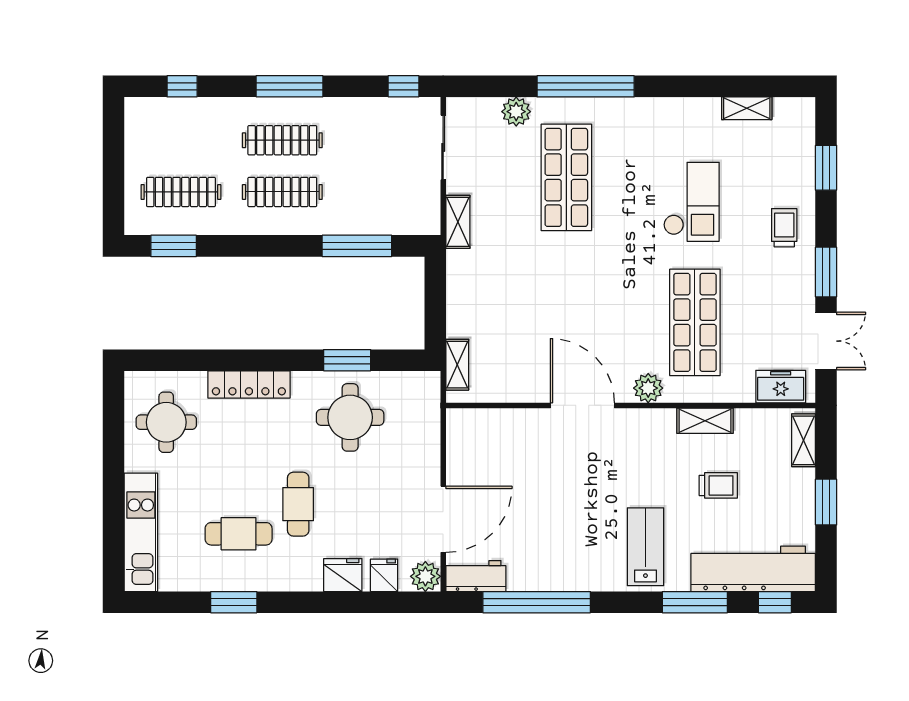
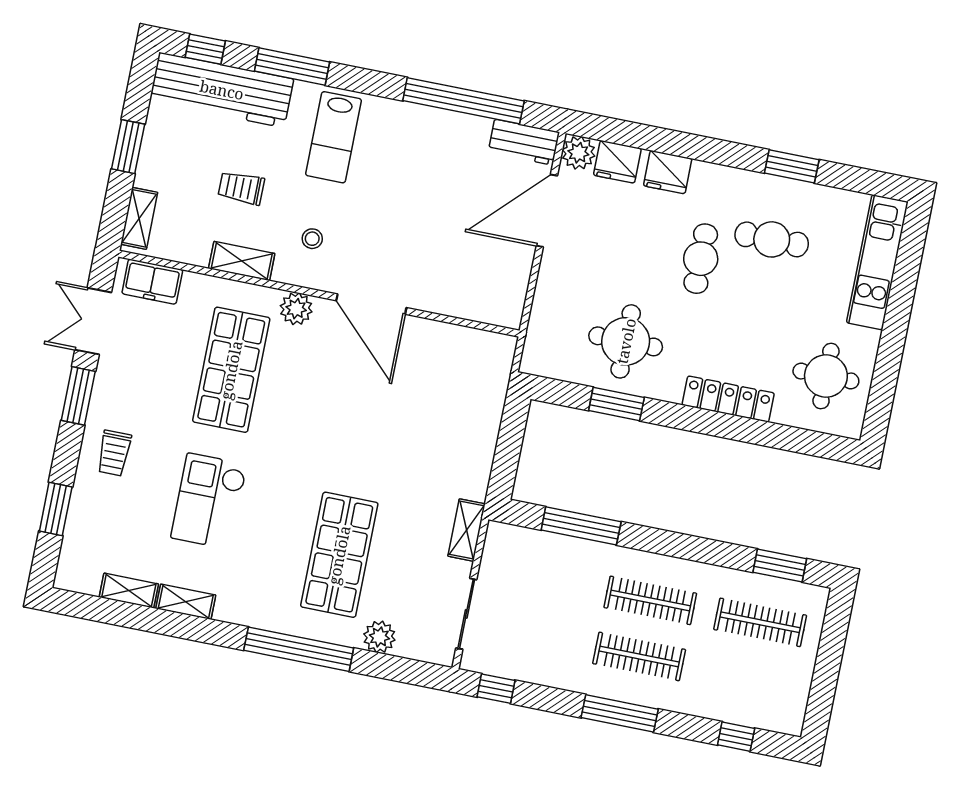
shelving: (457, 365) -> (186, 602), moved, turned 90
stool: (646, 453) -> (312, 239), added
fridge: (384, 575) -> (617, 162), width x1.38

